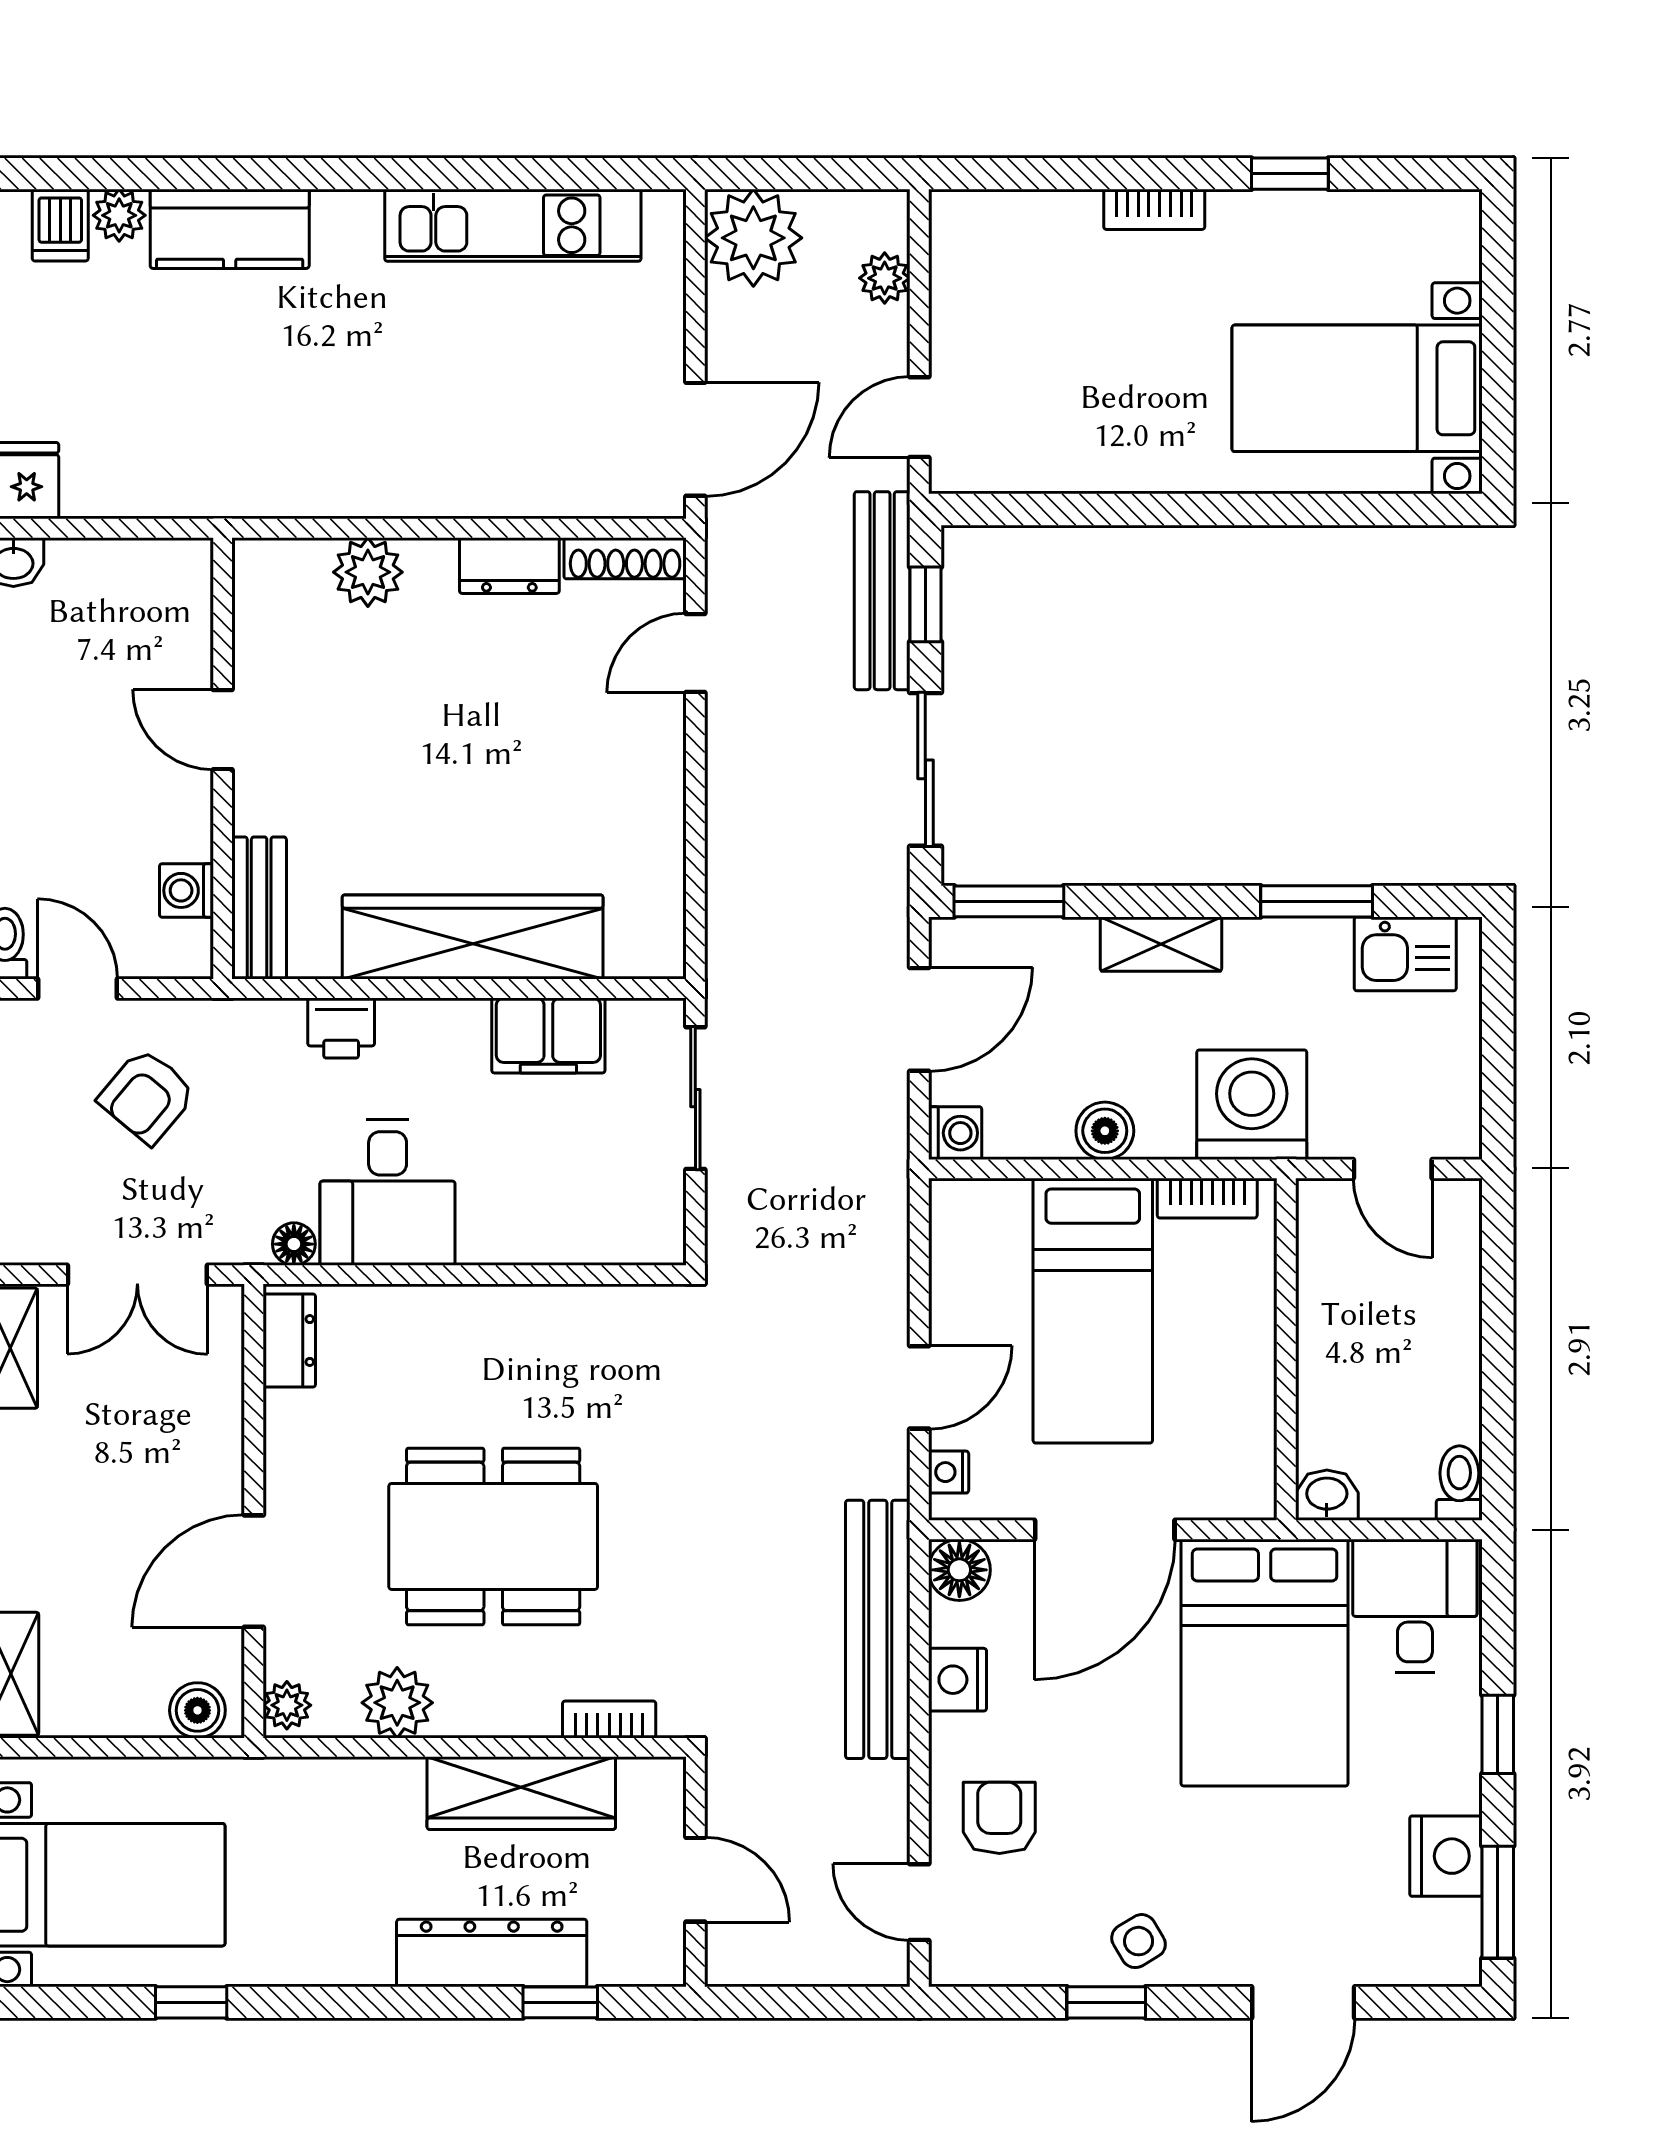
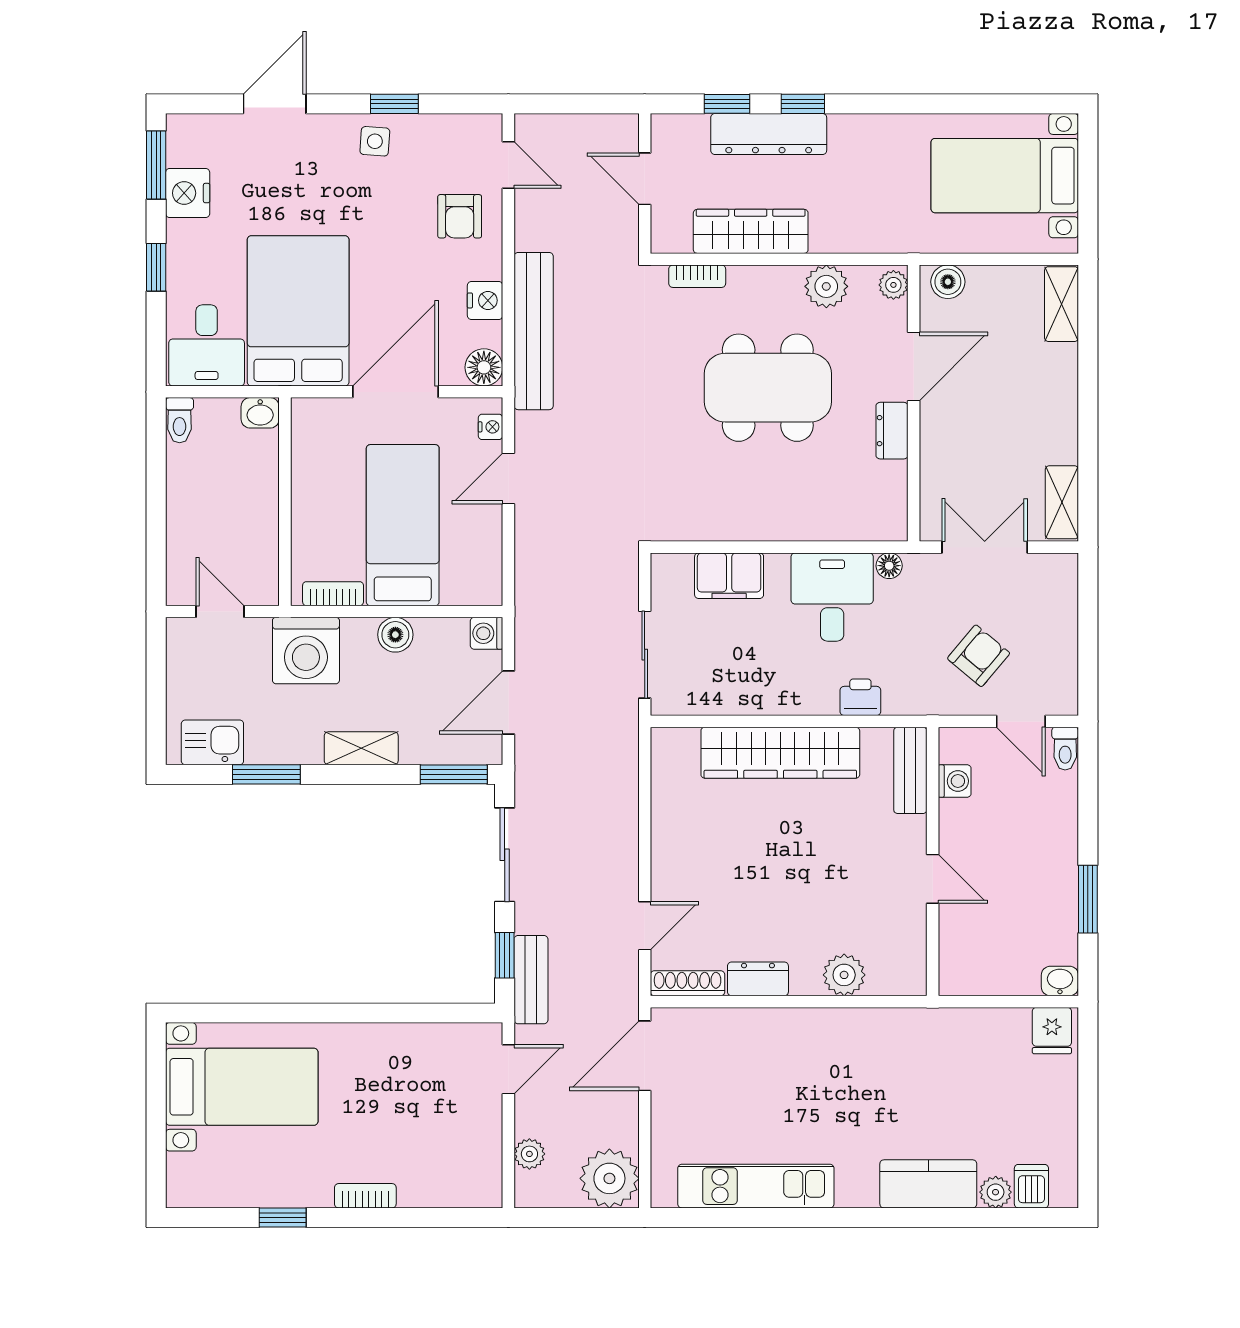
bench: (882, 591) -> (531, 980), width x0.73
filing cabinet: (548, 1035) -> (729, 576), moved, turned 180
dresser: (289, 1340) -> (892, 431), moved
side table: (1139, 1941) -> (375, 141), turned 35
window: (191, 2002) -> (803, 104), moved

